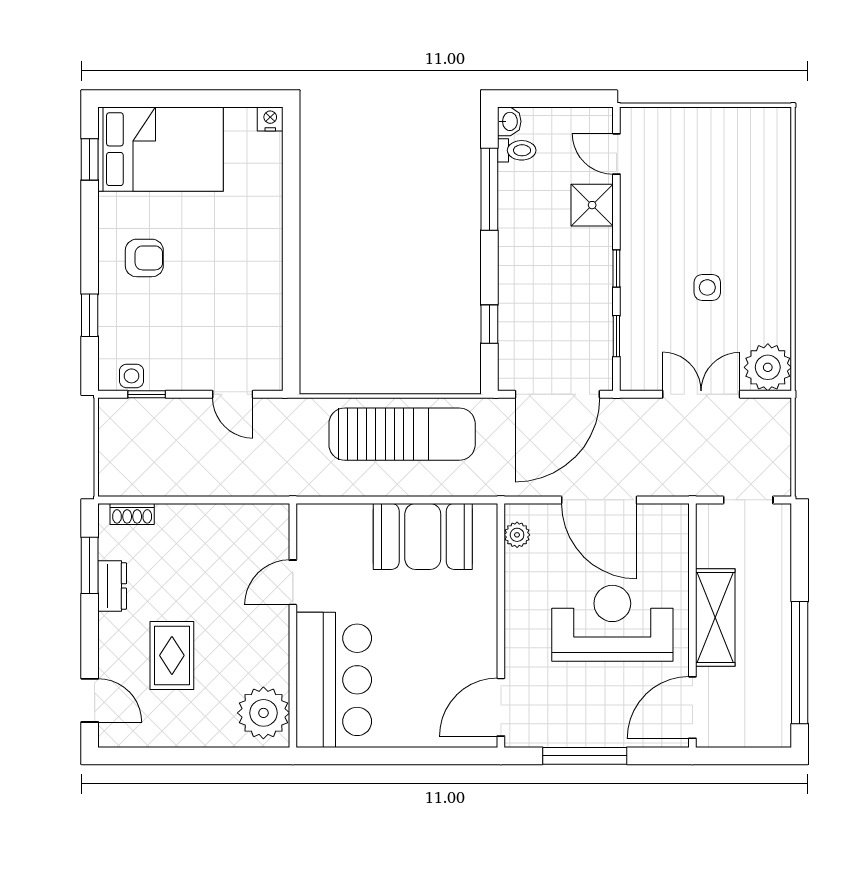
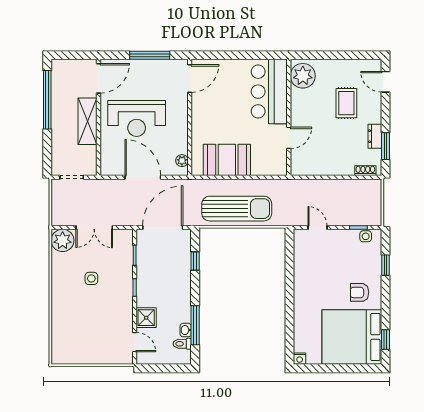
washbasin: (509, 121) -> (186, 330), moved
bed: (161, 149) -> (352, 337), width x1.36
sun lounger: (402, 434) -> (237, 209), turned 180

